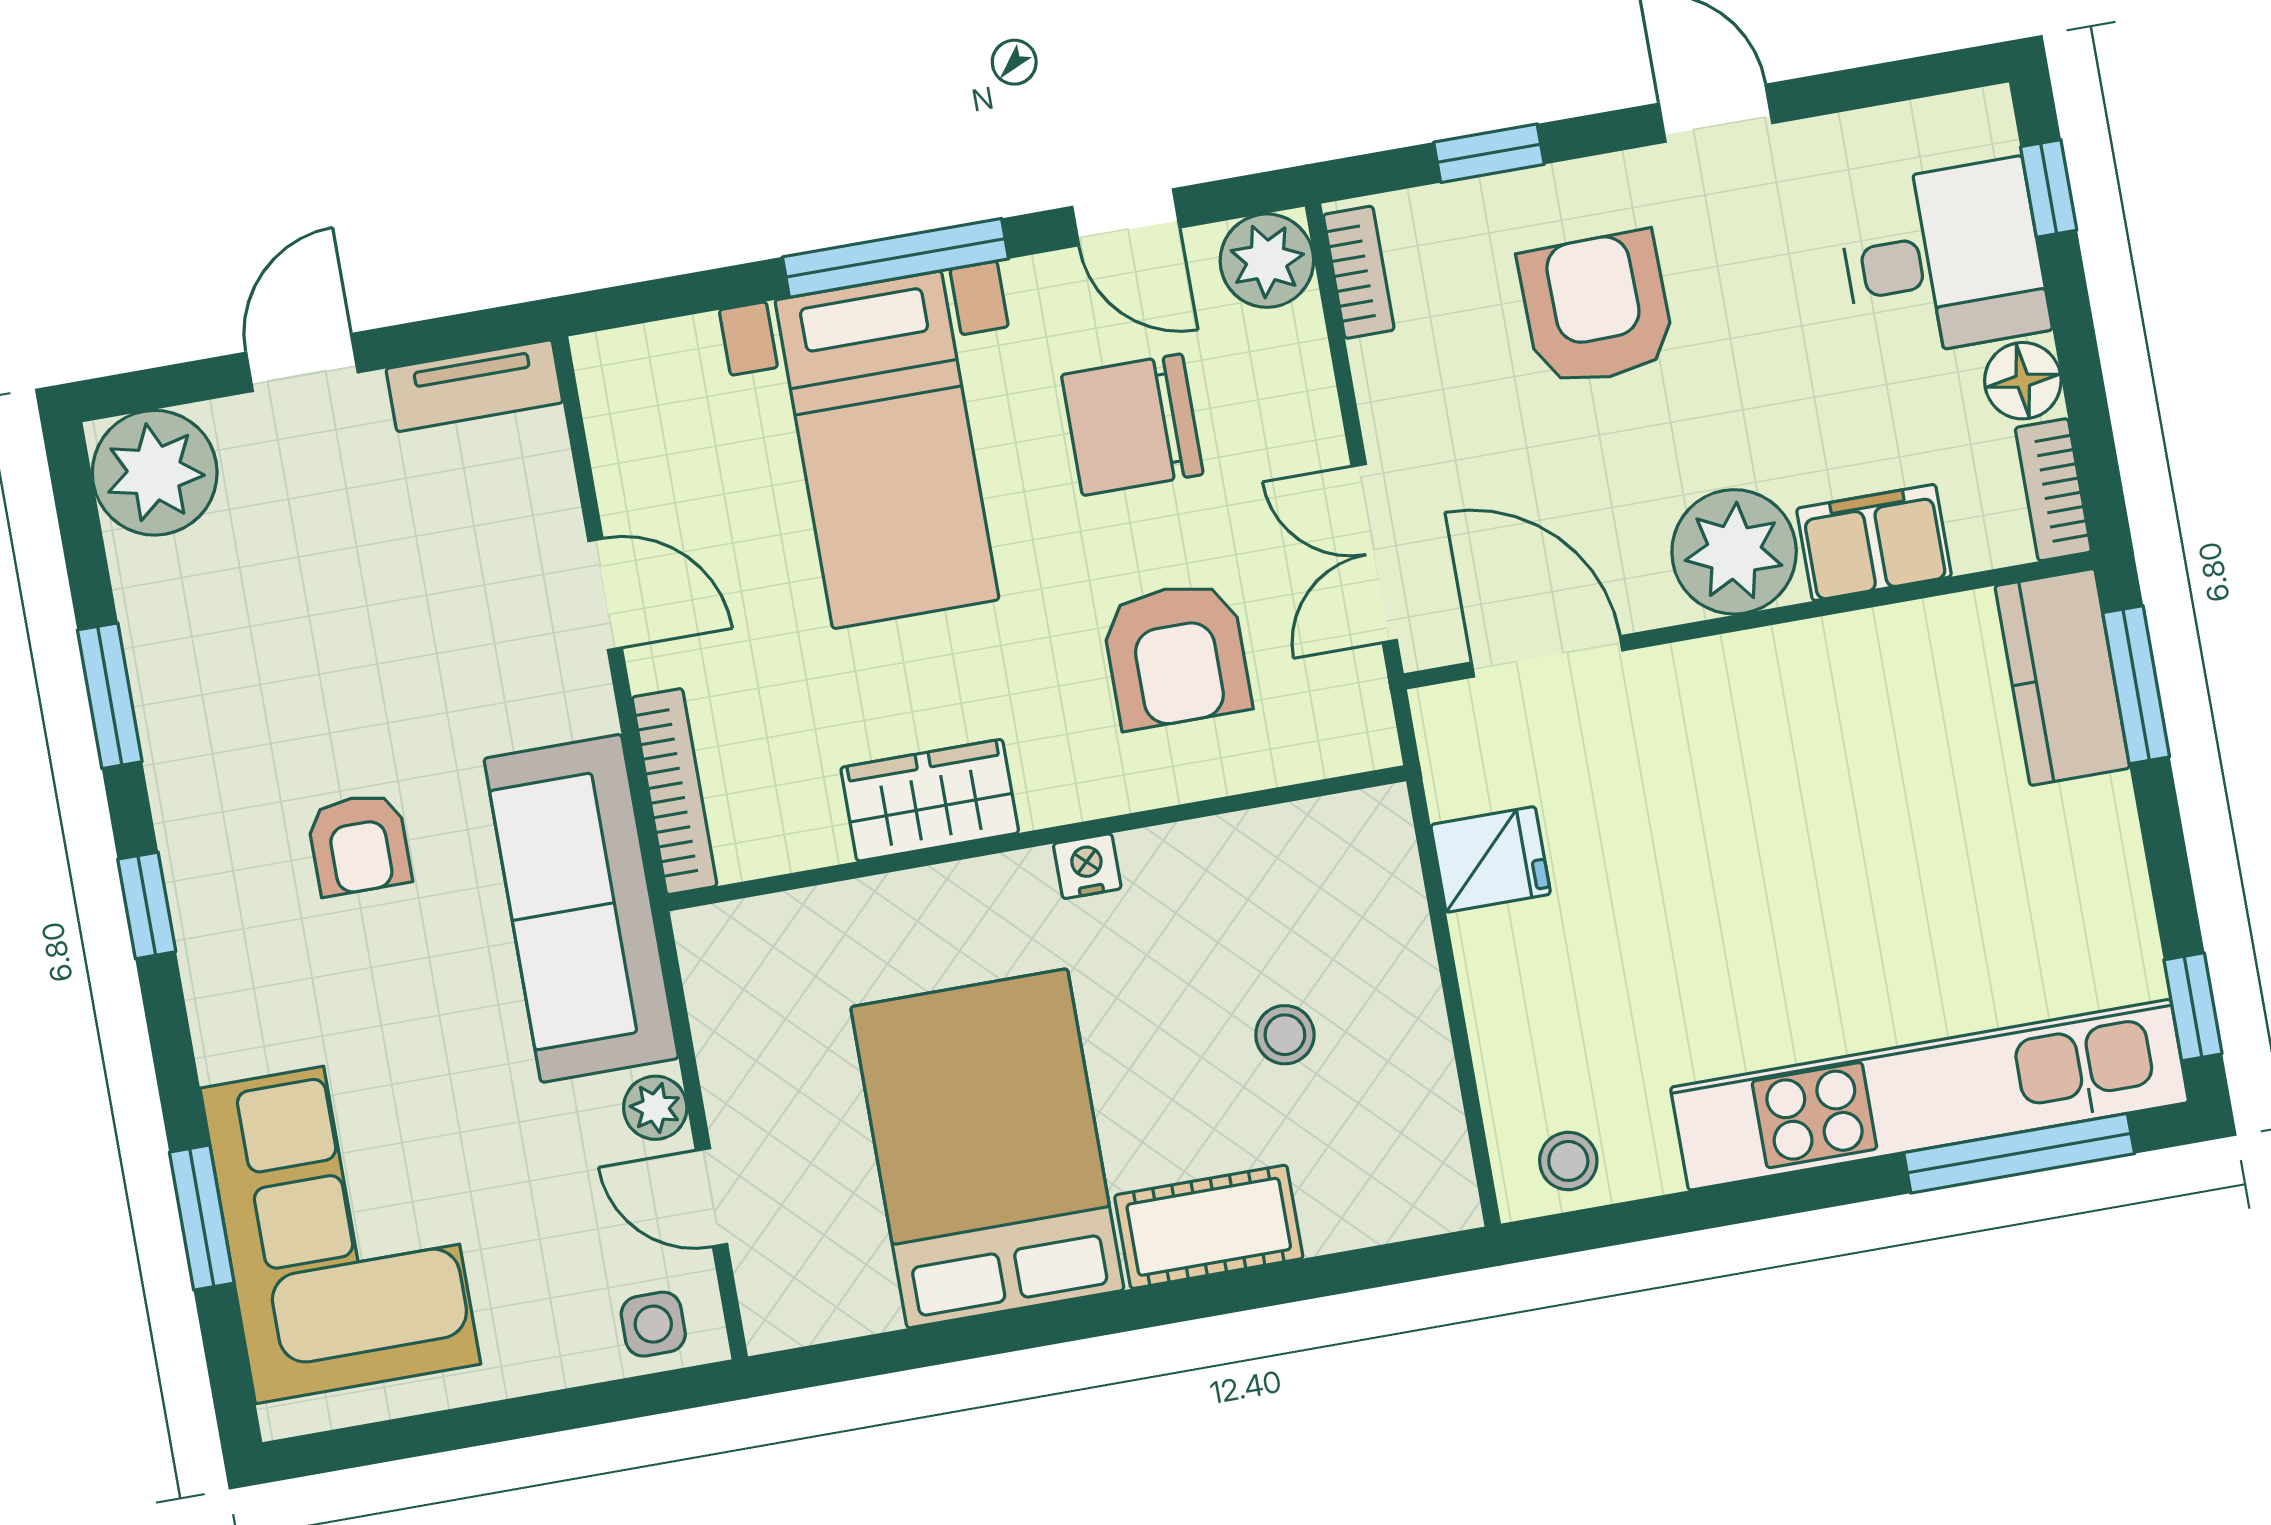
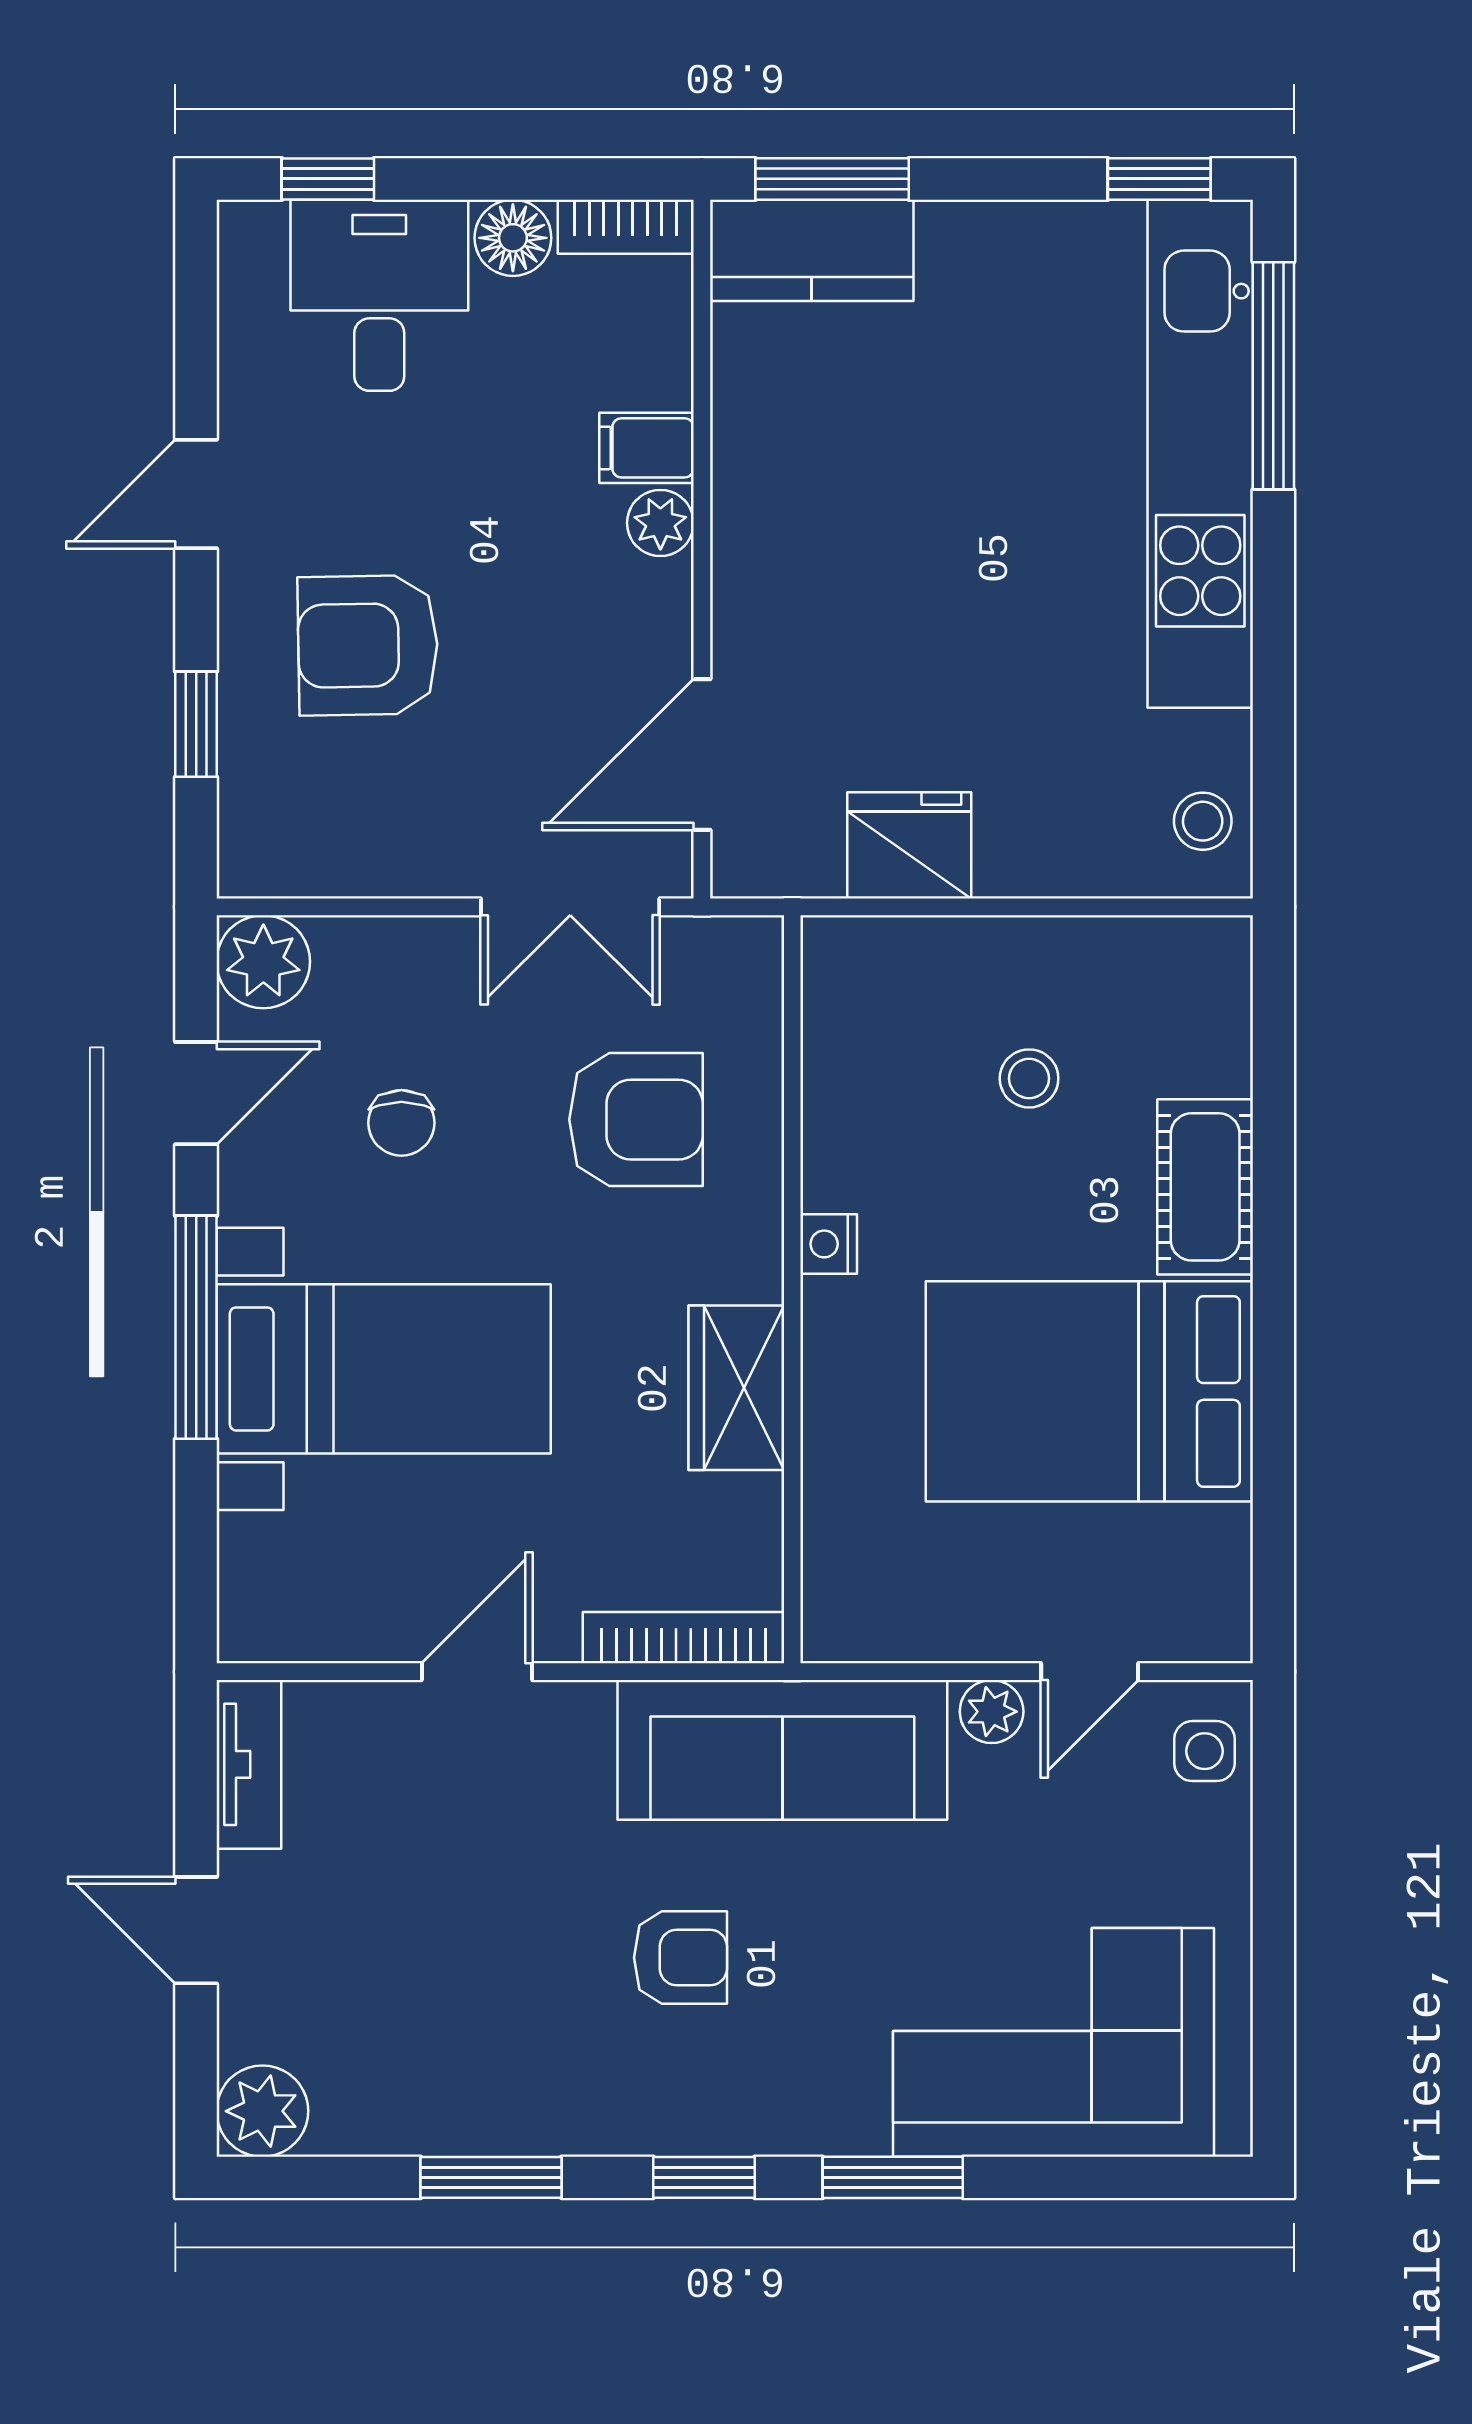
bookcase: (1359, 272) -> (291, 873), removed
chair: (1132, 425) -> (401, 1123), width x0.54, depth x0.54
plant: (155, 473) -> (262, 2111), width x0.73, depth x0.73
filing cabinet: (1874, 543) -> (646, 448), width x0.50
plant: (1734, 552) -> (660, 523), width x0.53, depth x0.53
fridge: (1491, 859) -> (909, 845), width x1.38
window: (202, 1218) -> (893, 2177), moved

